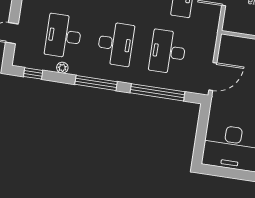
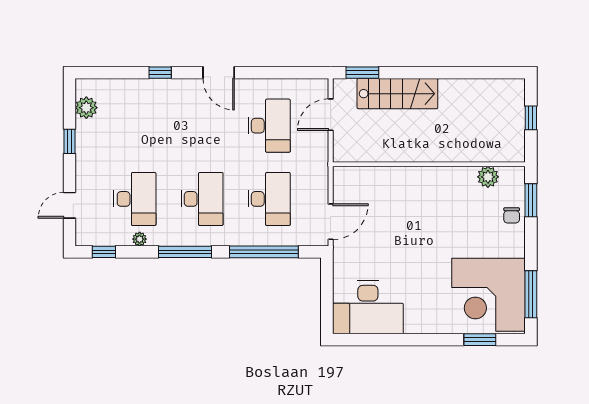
desk: (63, 36) -> (135, 199), turned 180
desk: (168, 52) -> (269, 199), turned 180

